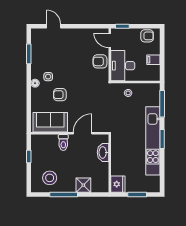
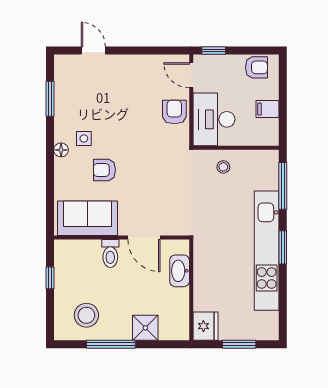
armchair: (100, 61) -> (174, 112), turned 90
door: (83, 133) -> (144, 237), swing flipped

